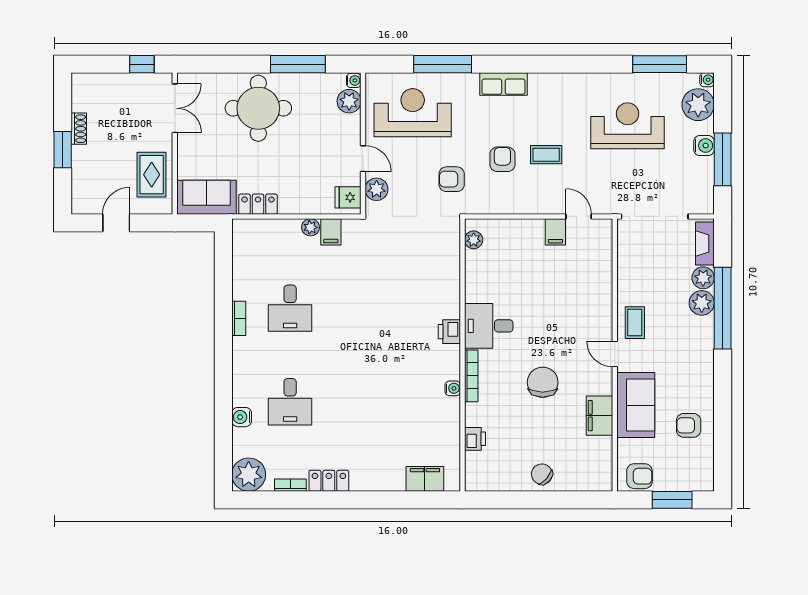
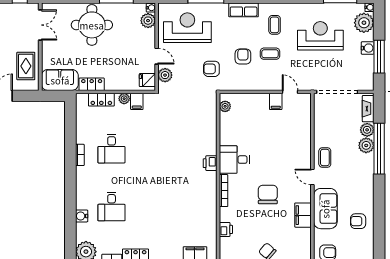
coffee table: (554, 108) -> (275, 25), added
locker: (274, 229) -> (101, 100), added
water cooler: (453, 388) -> (212, 198), removed

